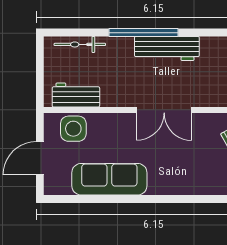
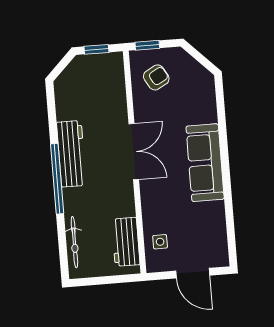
side table: (73, 129) -> (160, 242), width x0.54, depth x0.54
sofa: (109, 179) -> (205, 163), moved

